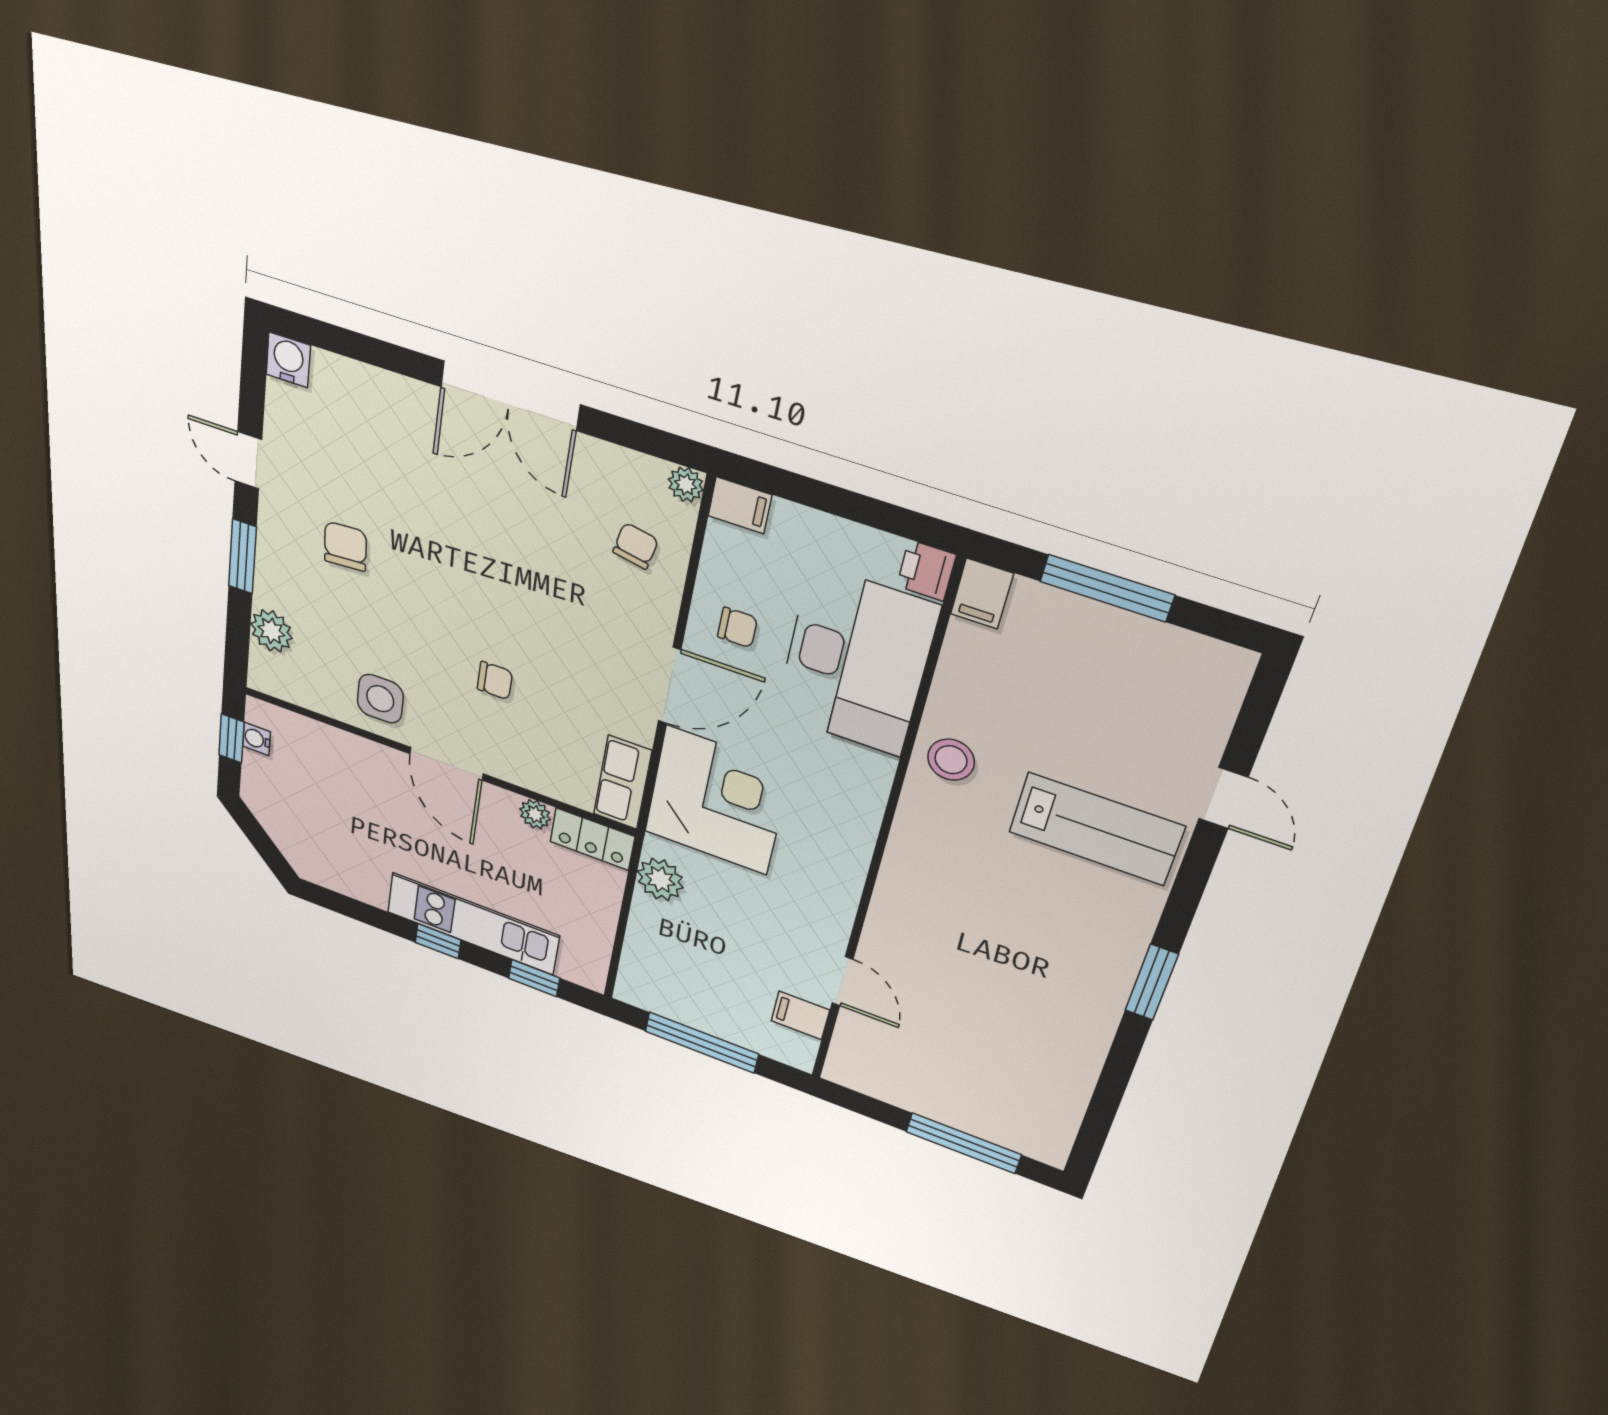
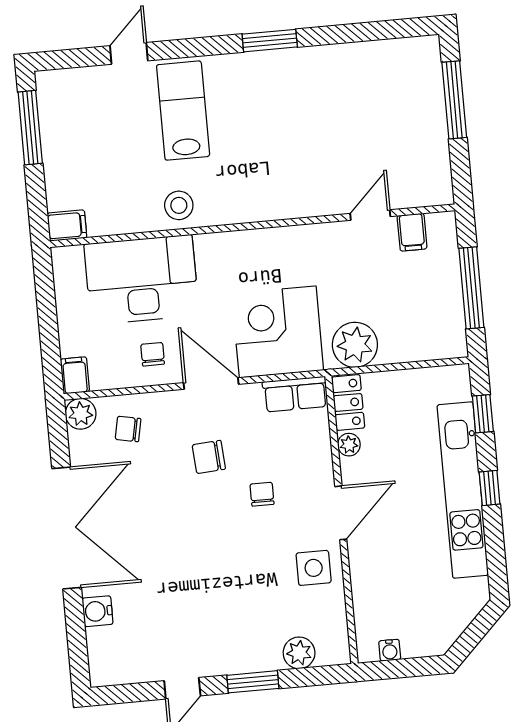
water cooler: (288, 360) -> (98, 611), moved
double door: (510, 396) -> (67, 528), width x1.36
plant: (686, 485) -> (81, 414), width x1.38, depth x1.38
chair: (345, 546) -> (209, 457), moved
printer: (926, 570) -> (67, 260), removed
window: (1107, 588) -> (30, 128), moved
window: (232, 739) -> (399, 669), removed
plant: (660, 879) -> (355, 345), width x1.36, depth x1.36
kitchen unit: (473, 924) -> (463, 490), width x1.36

